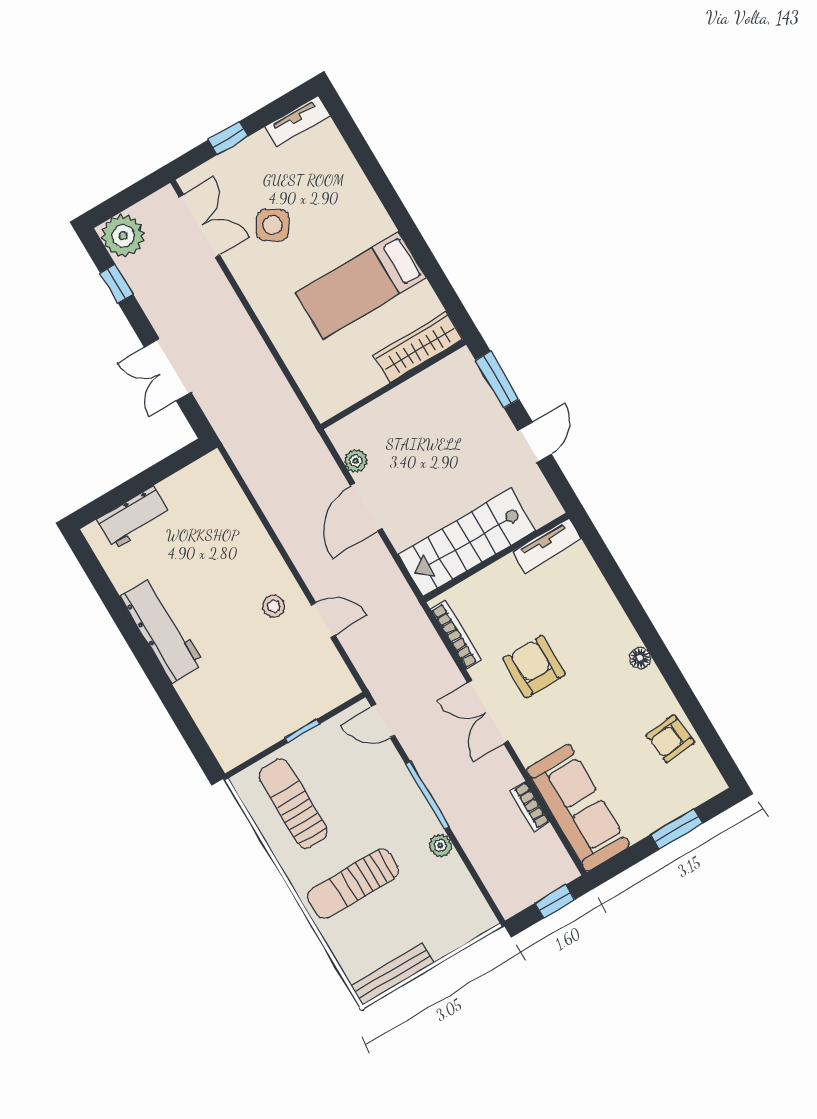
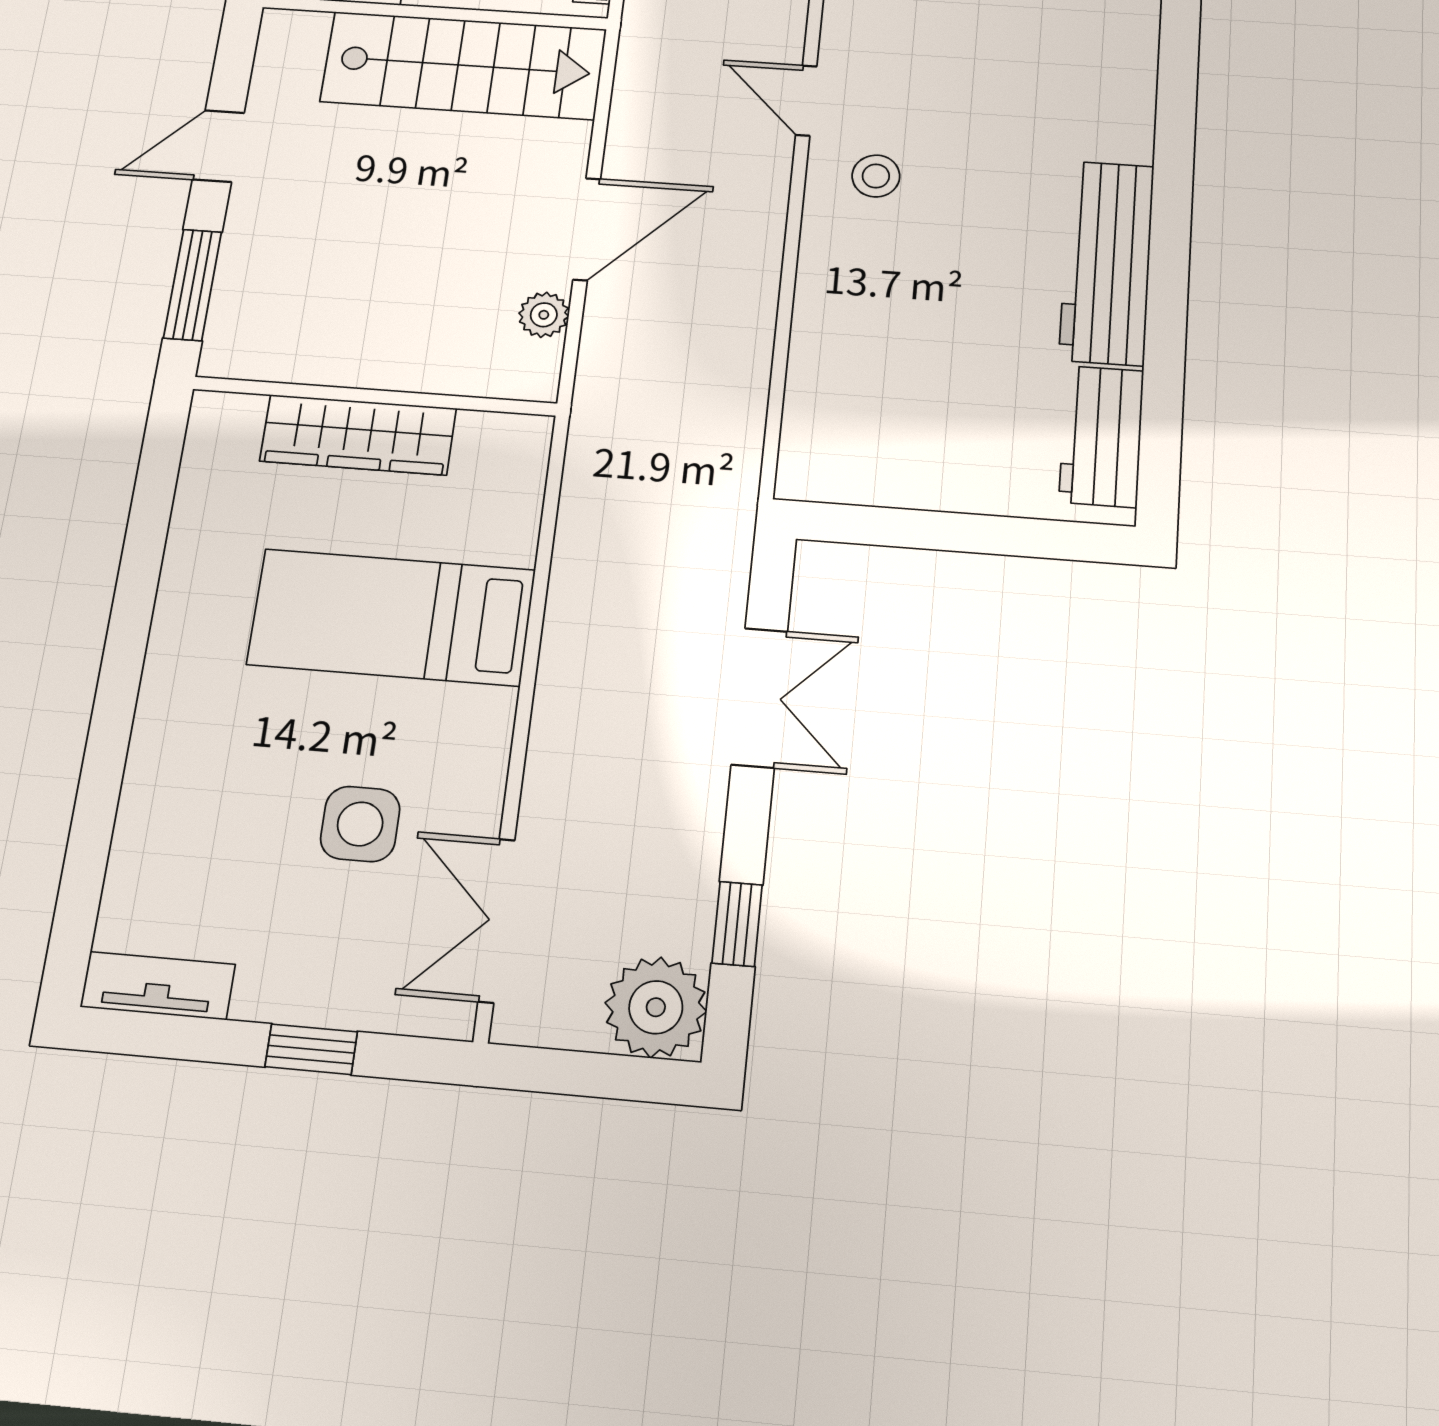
side table: (272, 225) -> (360, 824), turned -33
bed: (361, 285) -> (391, 617), moved, turned 180
wardrobe: (418, 347) -> (358, 435), moved
workbench: (134, 517) -> (1101, 436), moved, turned -90

